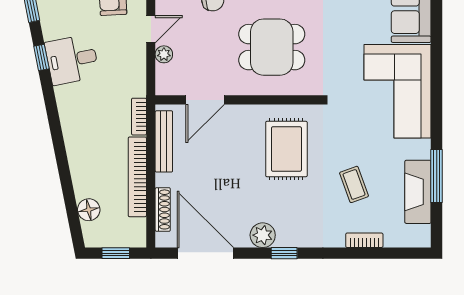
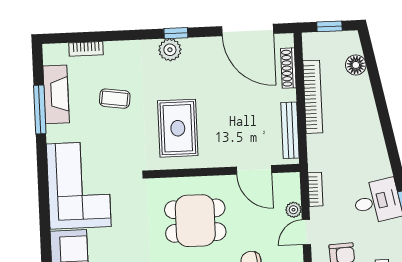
door: (205, 100) -> (254, 170), swing flipped
bookcase: (139, 117) -> (315, 189), moved
coffee table: (354, 184) -> (115, 99), turned -62
plant: (263, 235) -> (170, 50), moved
bookcase: (364, 240) -> (86, 49), moved

